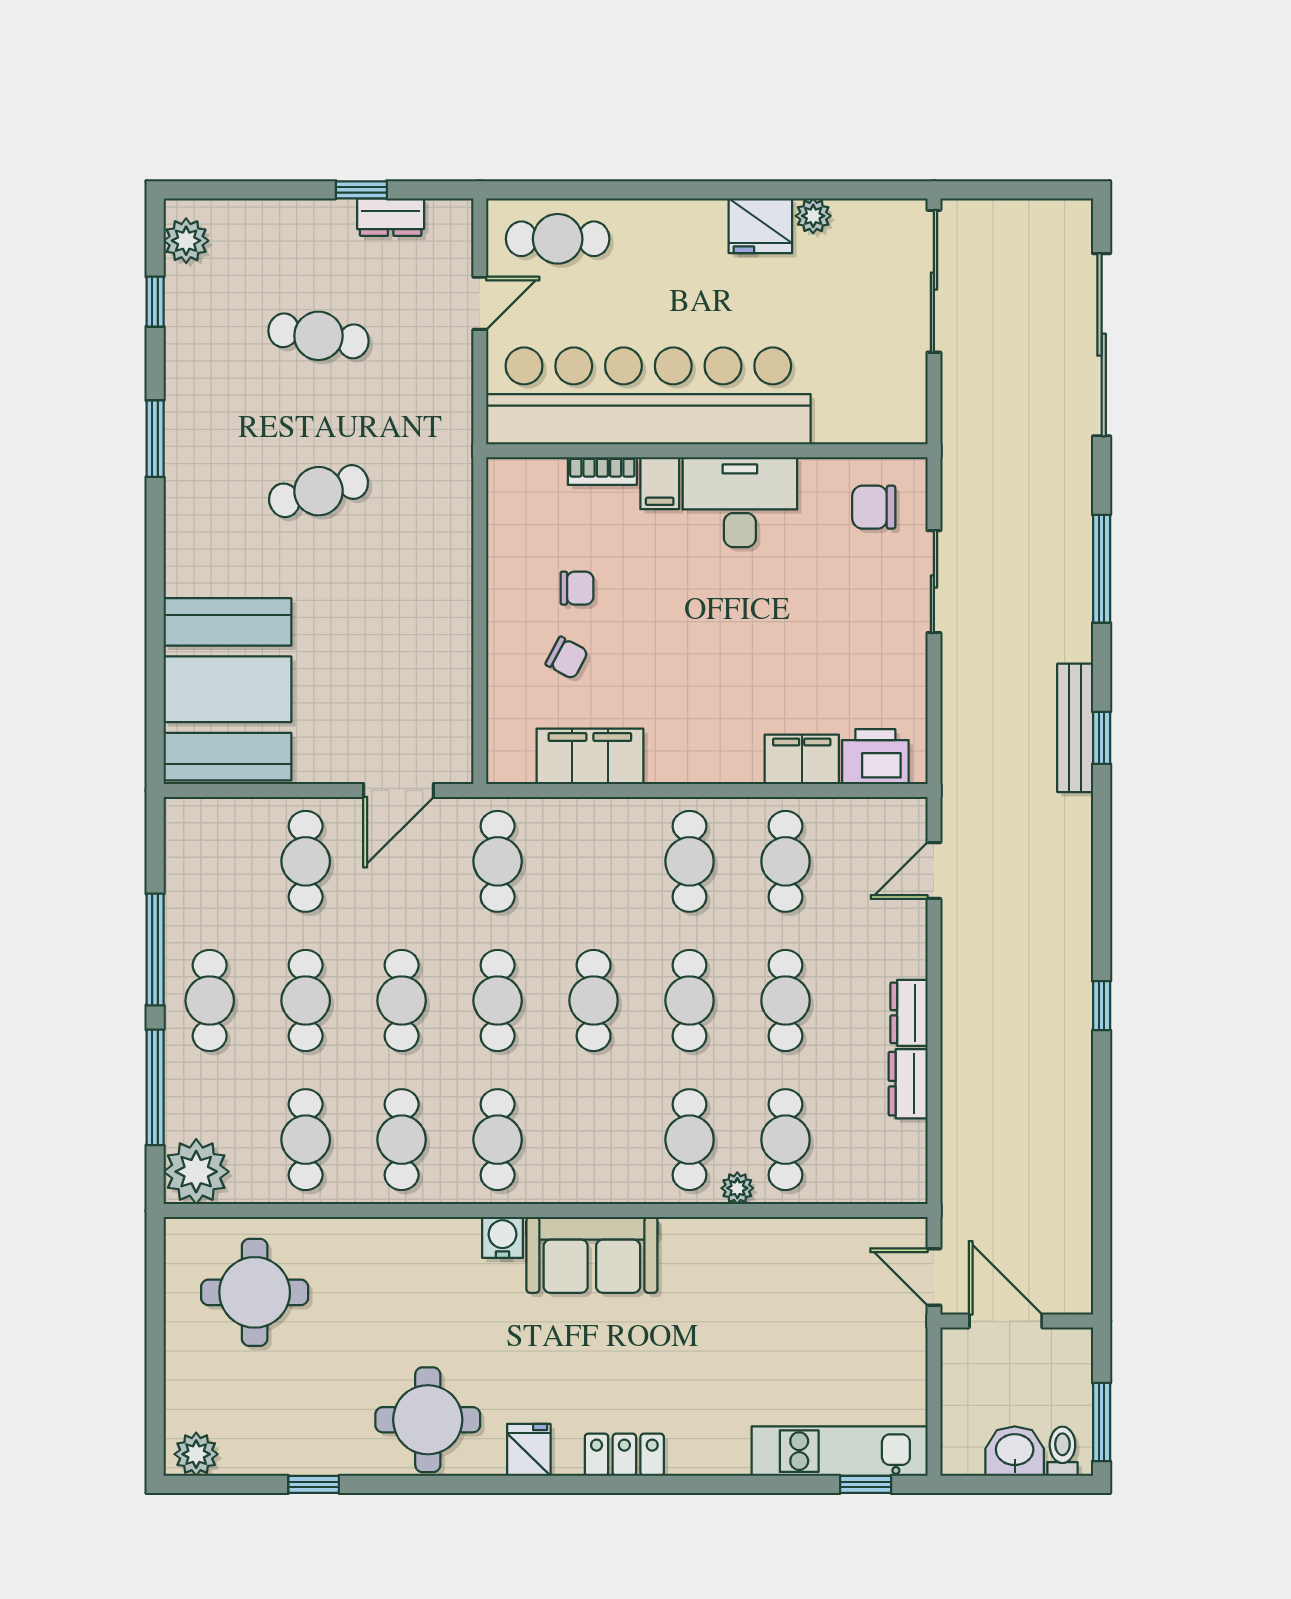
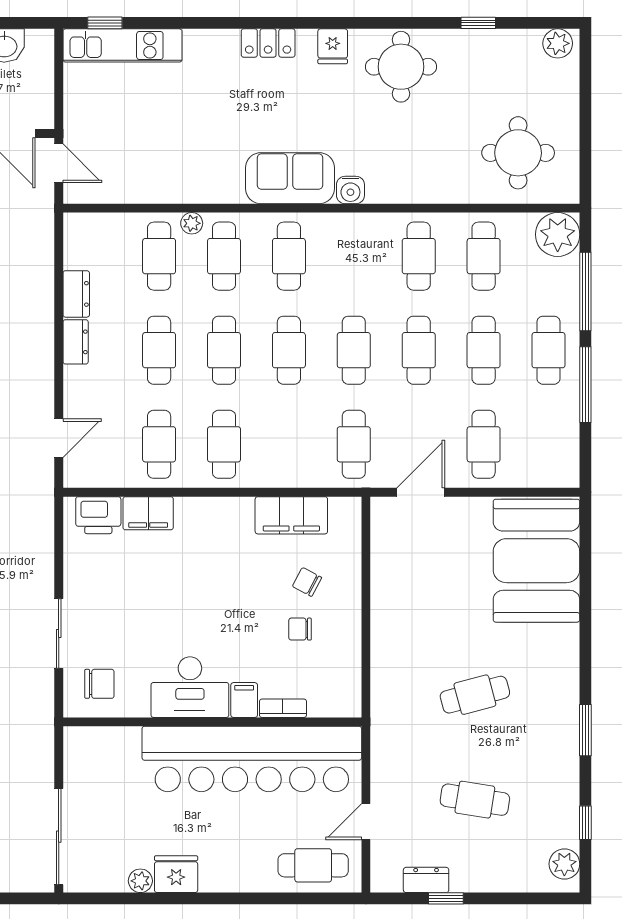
cafe table: (498, 1140) -> (289, 256), moved

